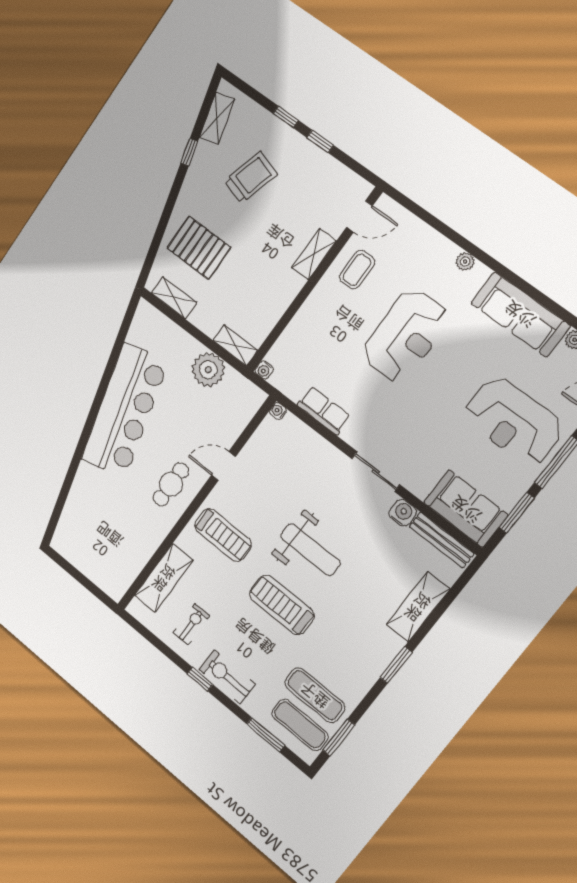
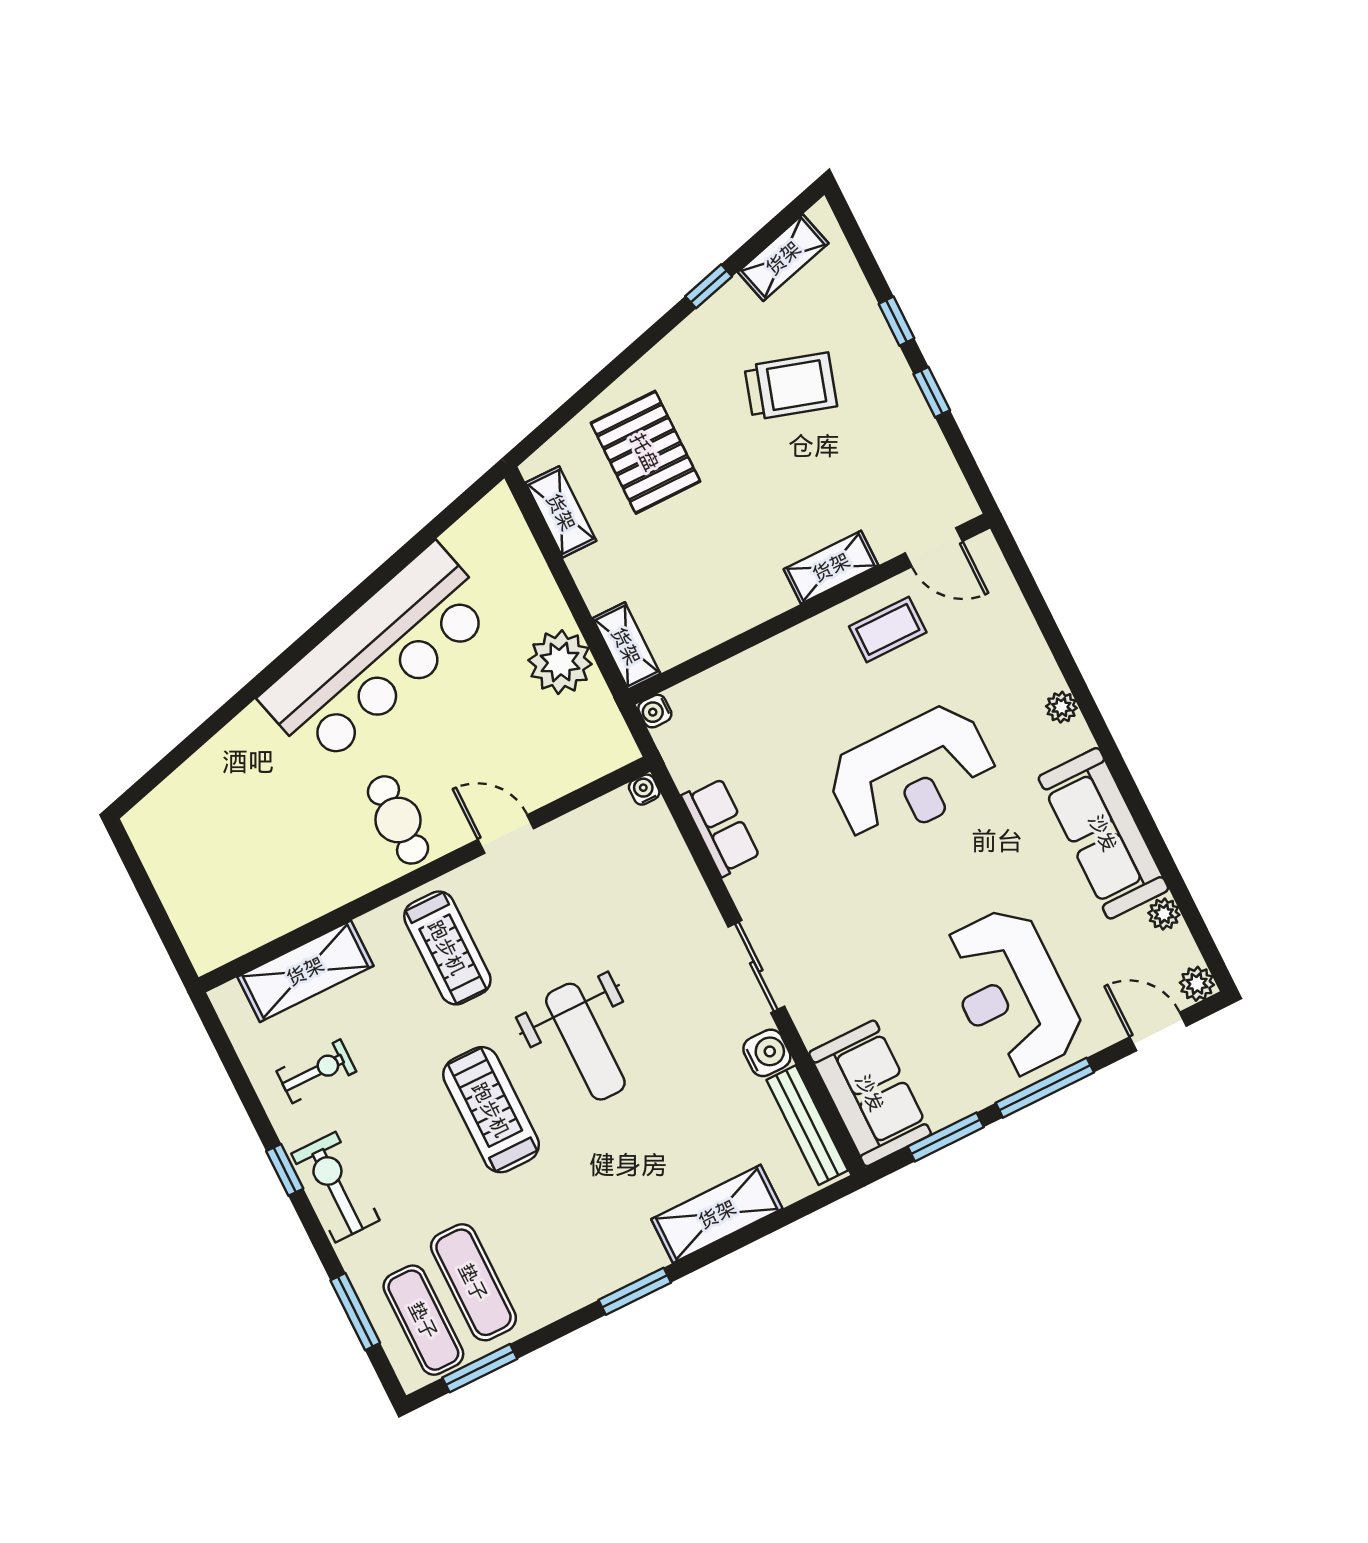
cafe table: (171, 484) -> (398, 820), turned 90

